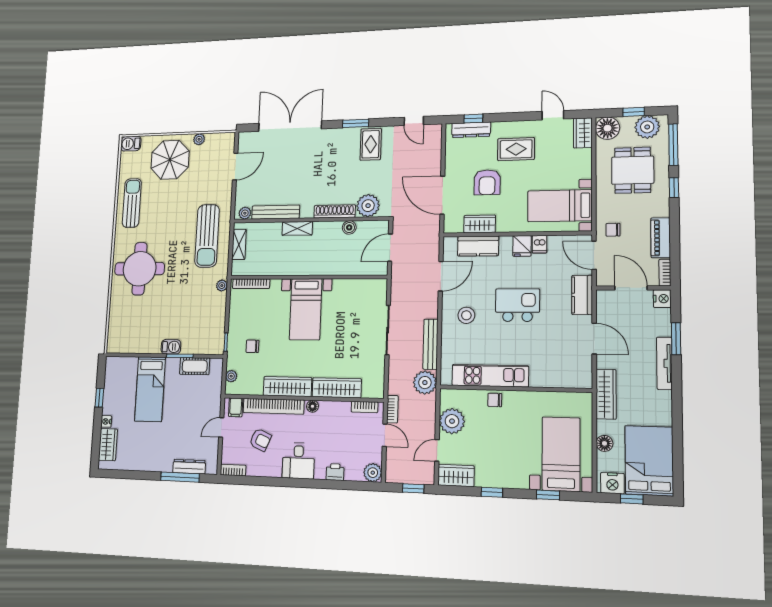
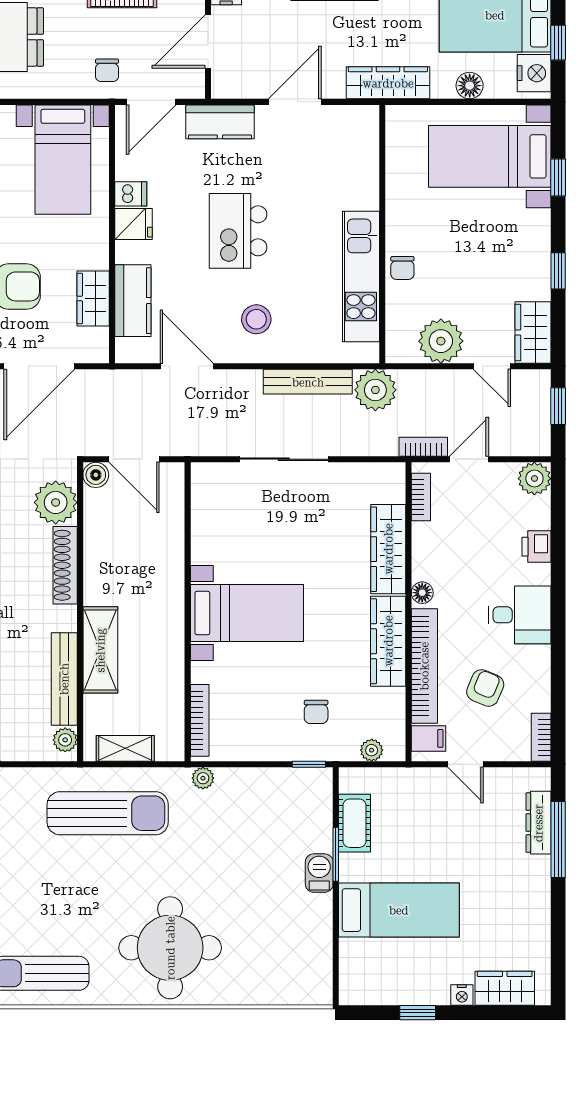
boiler: (349, 227) -> (96, 475), moved
shelving: (297, 228) -> (100, 650), width x1.50, depth x1.33

